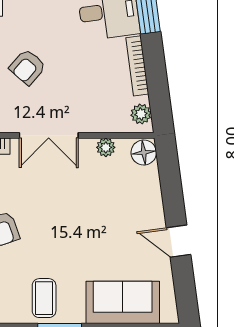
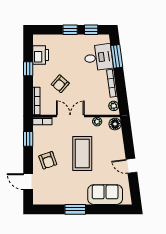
double door: (49, 135) -> (70, 116), swing flipped
coffee table: (44, 298) -> (82, 154), moved, width x1.86, depth x1.72

